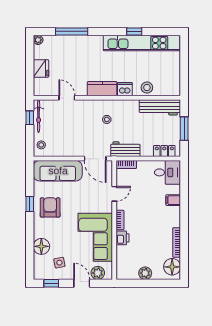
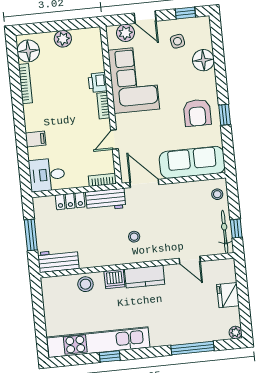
workbench: (160, 107) -> (58, 261), width x0.73
locker: (164, 151) -> (70, 201), moved

